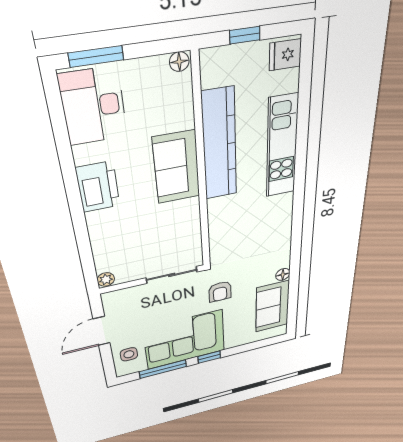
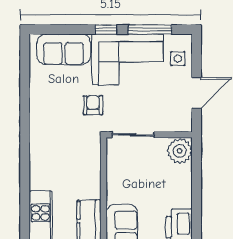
floor lamp: (283, 274) -> (36, 108), removed
plant: (106, 279) -> (180, 151), width x1.88, depth x1.88
sofa: (272, 306) -> (64, 49), moved, turned 90

